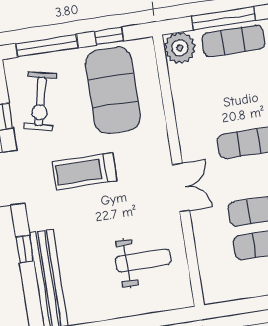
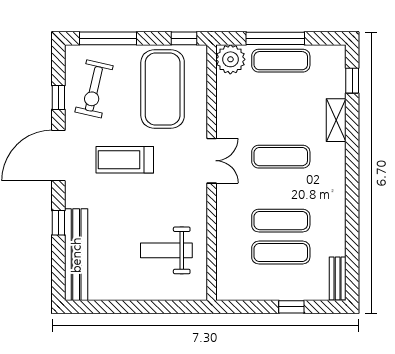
window: (109, 36) -> (184, 38), moved
double door: (181, 188) -> (212, 161), moved
weight bench: (143, 260) -> (166, 250), turned 180

